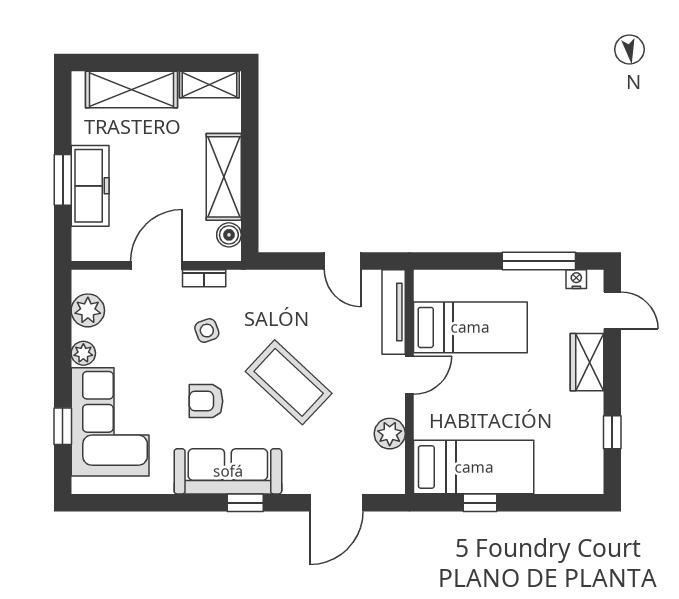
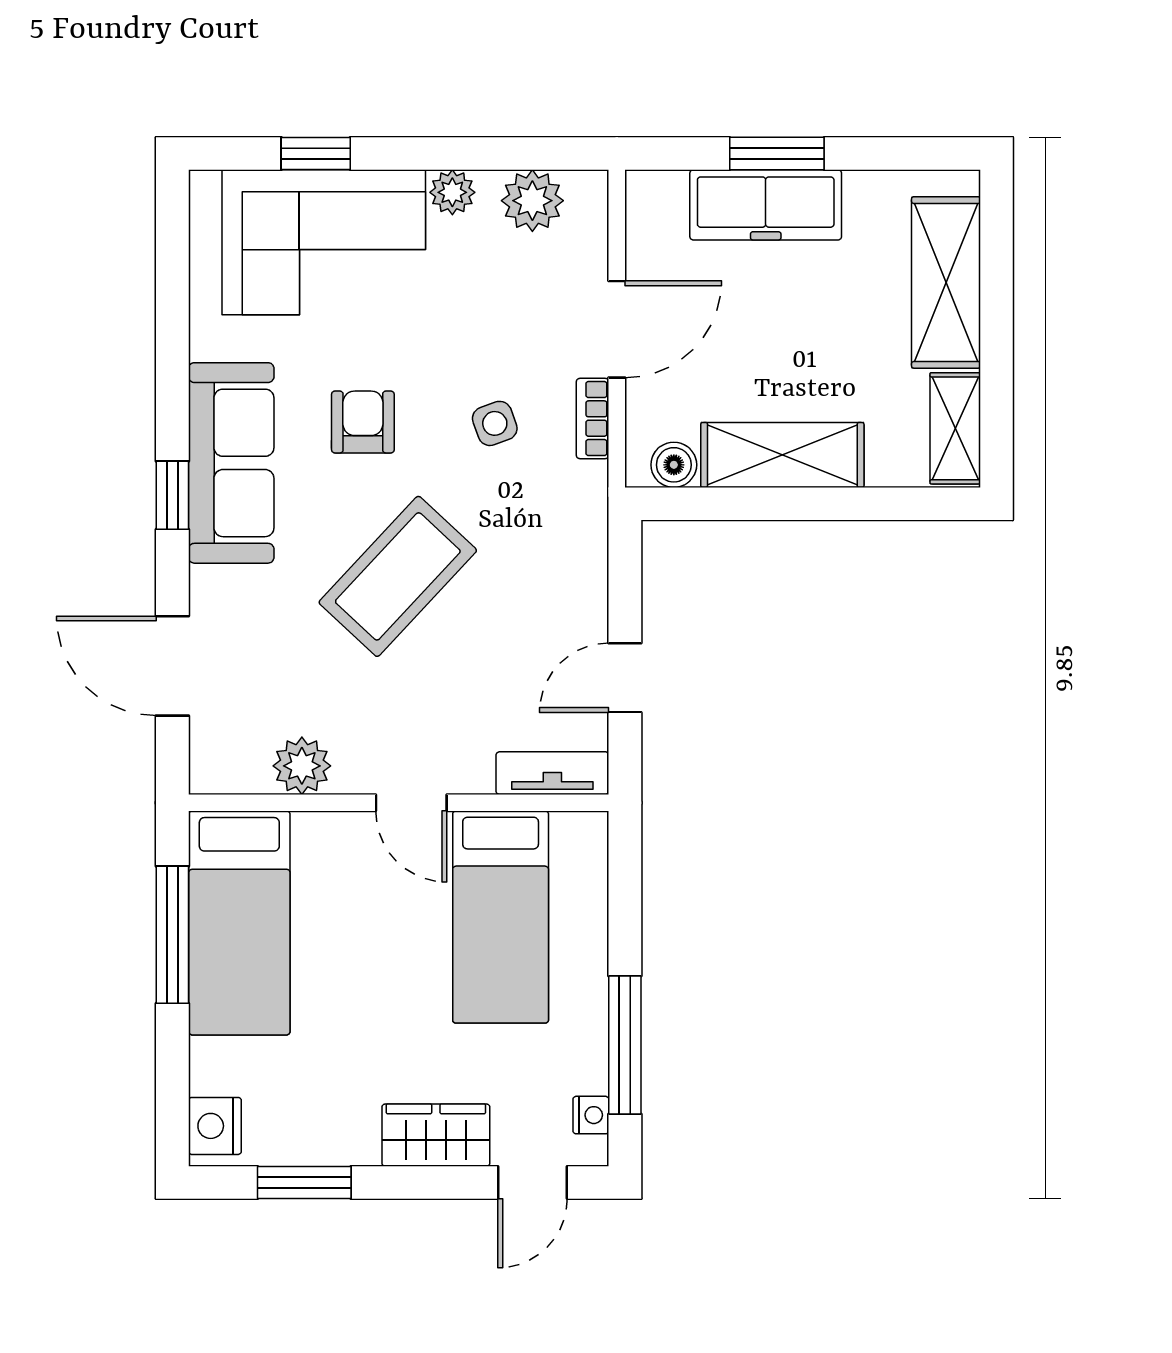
door: (156, 265) -> (617, 329), hinge flipped
tv unit: (394, 312) -> (552, 773), width x0.71
window: (612, 432) -> (304, 1182), width x1.50
nightstand: (582, 480) -> (215, 1126), added
window: (480, 503) -> (172, 935), width x2.17

